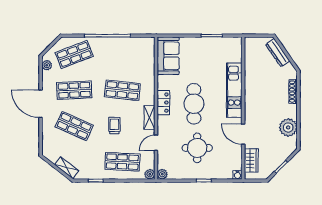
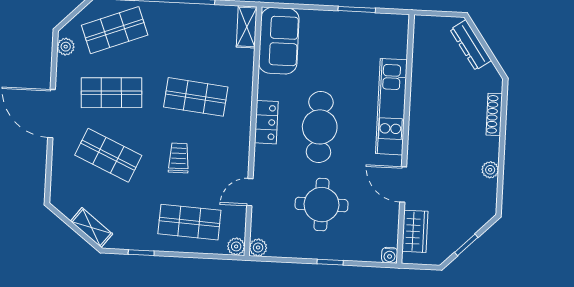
shelving: (149, 117) -> (247, 27), moved
plant: (288, 127) -> (490, 170), width x0.53, depth x0.53

